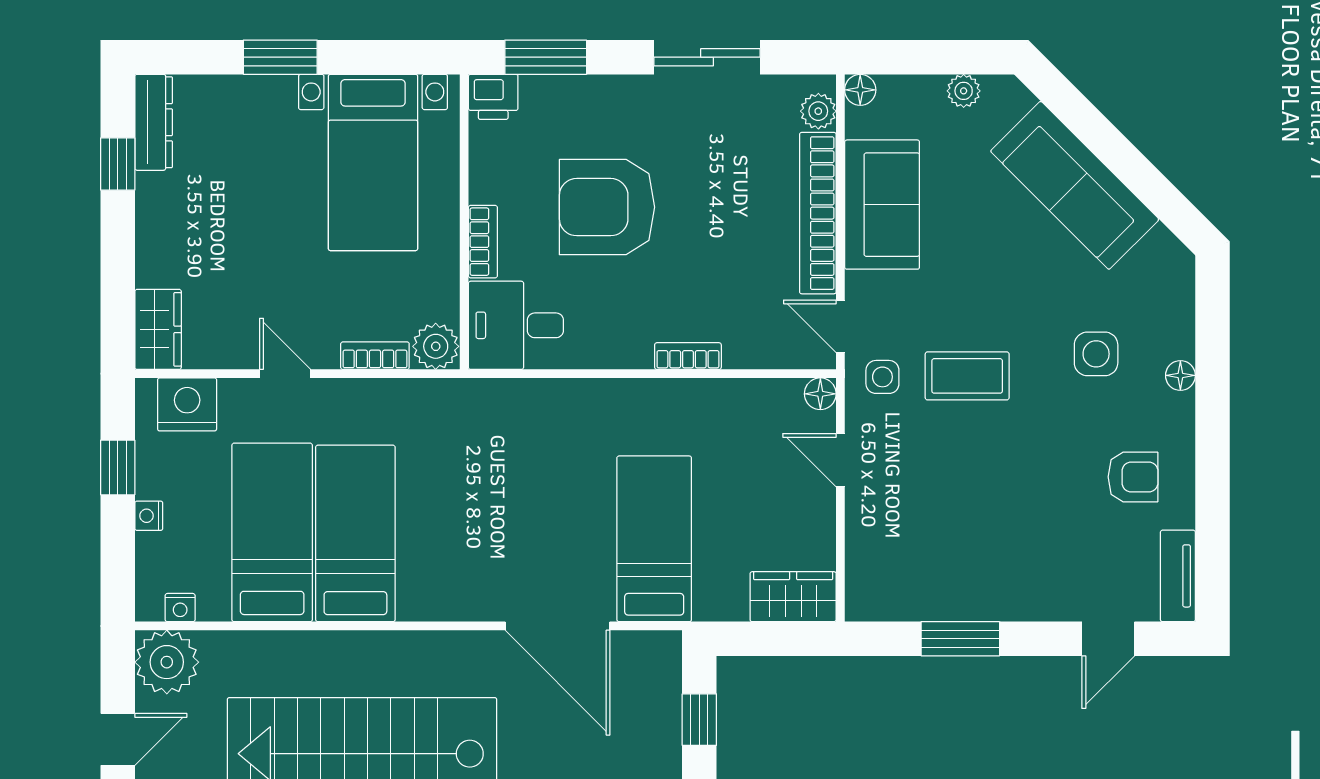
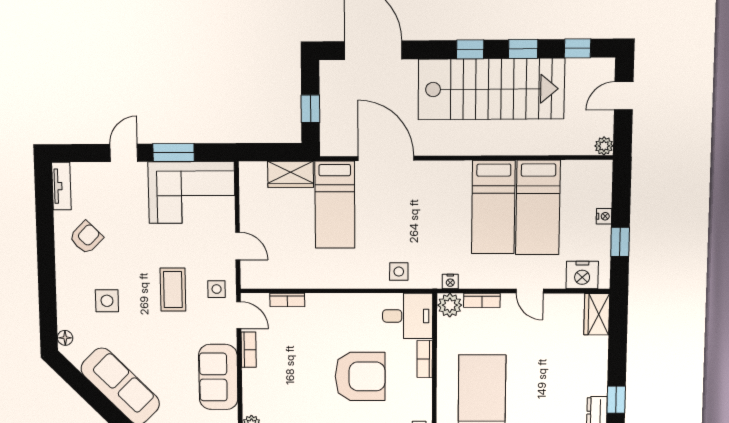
bookcase: (818, 213) -> (249, 350), width x0.43, depth x0.76
bookcase: (688, 356) -> (287, 300), moved
floor lamp: (1180, 375) -> (65, 338), moved
coffee table: (967, 376) -> (173, 290), turned 90
floor lamp: (820, 394) -> (249, 280), removed
side table: (533, 411) -> (399, 272), added
armchair: (1133, 477) -> (86, 237), turned 135
corner sofa: (927, 563) -> (192, 193), added
wardrobe: (793, 597) -> (291, 174), moved
nightstand: (180, 608) -> (450, 281), moved, turned 180
door: (1108, 639) -> (124, 153), moved
plant: (167, 662) -> (604, 146), width x0.53, depth x0.53

